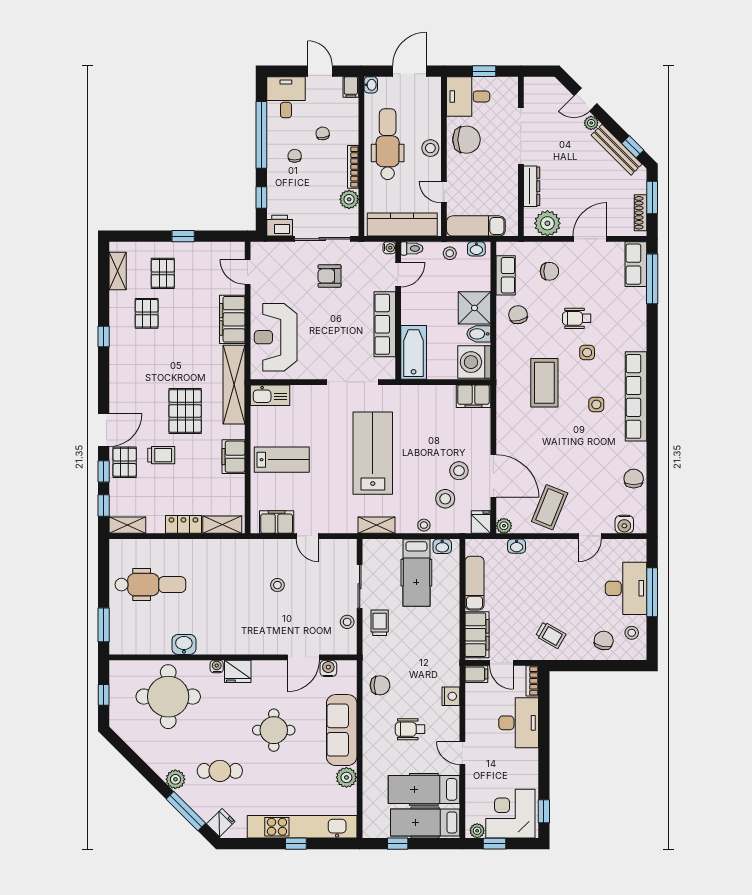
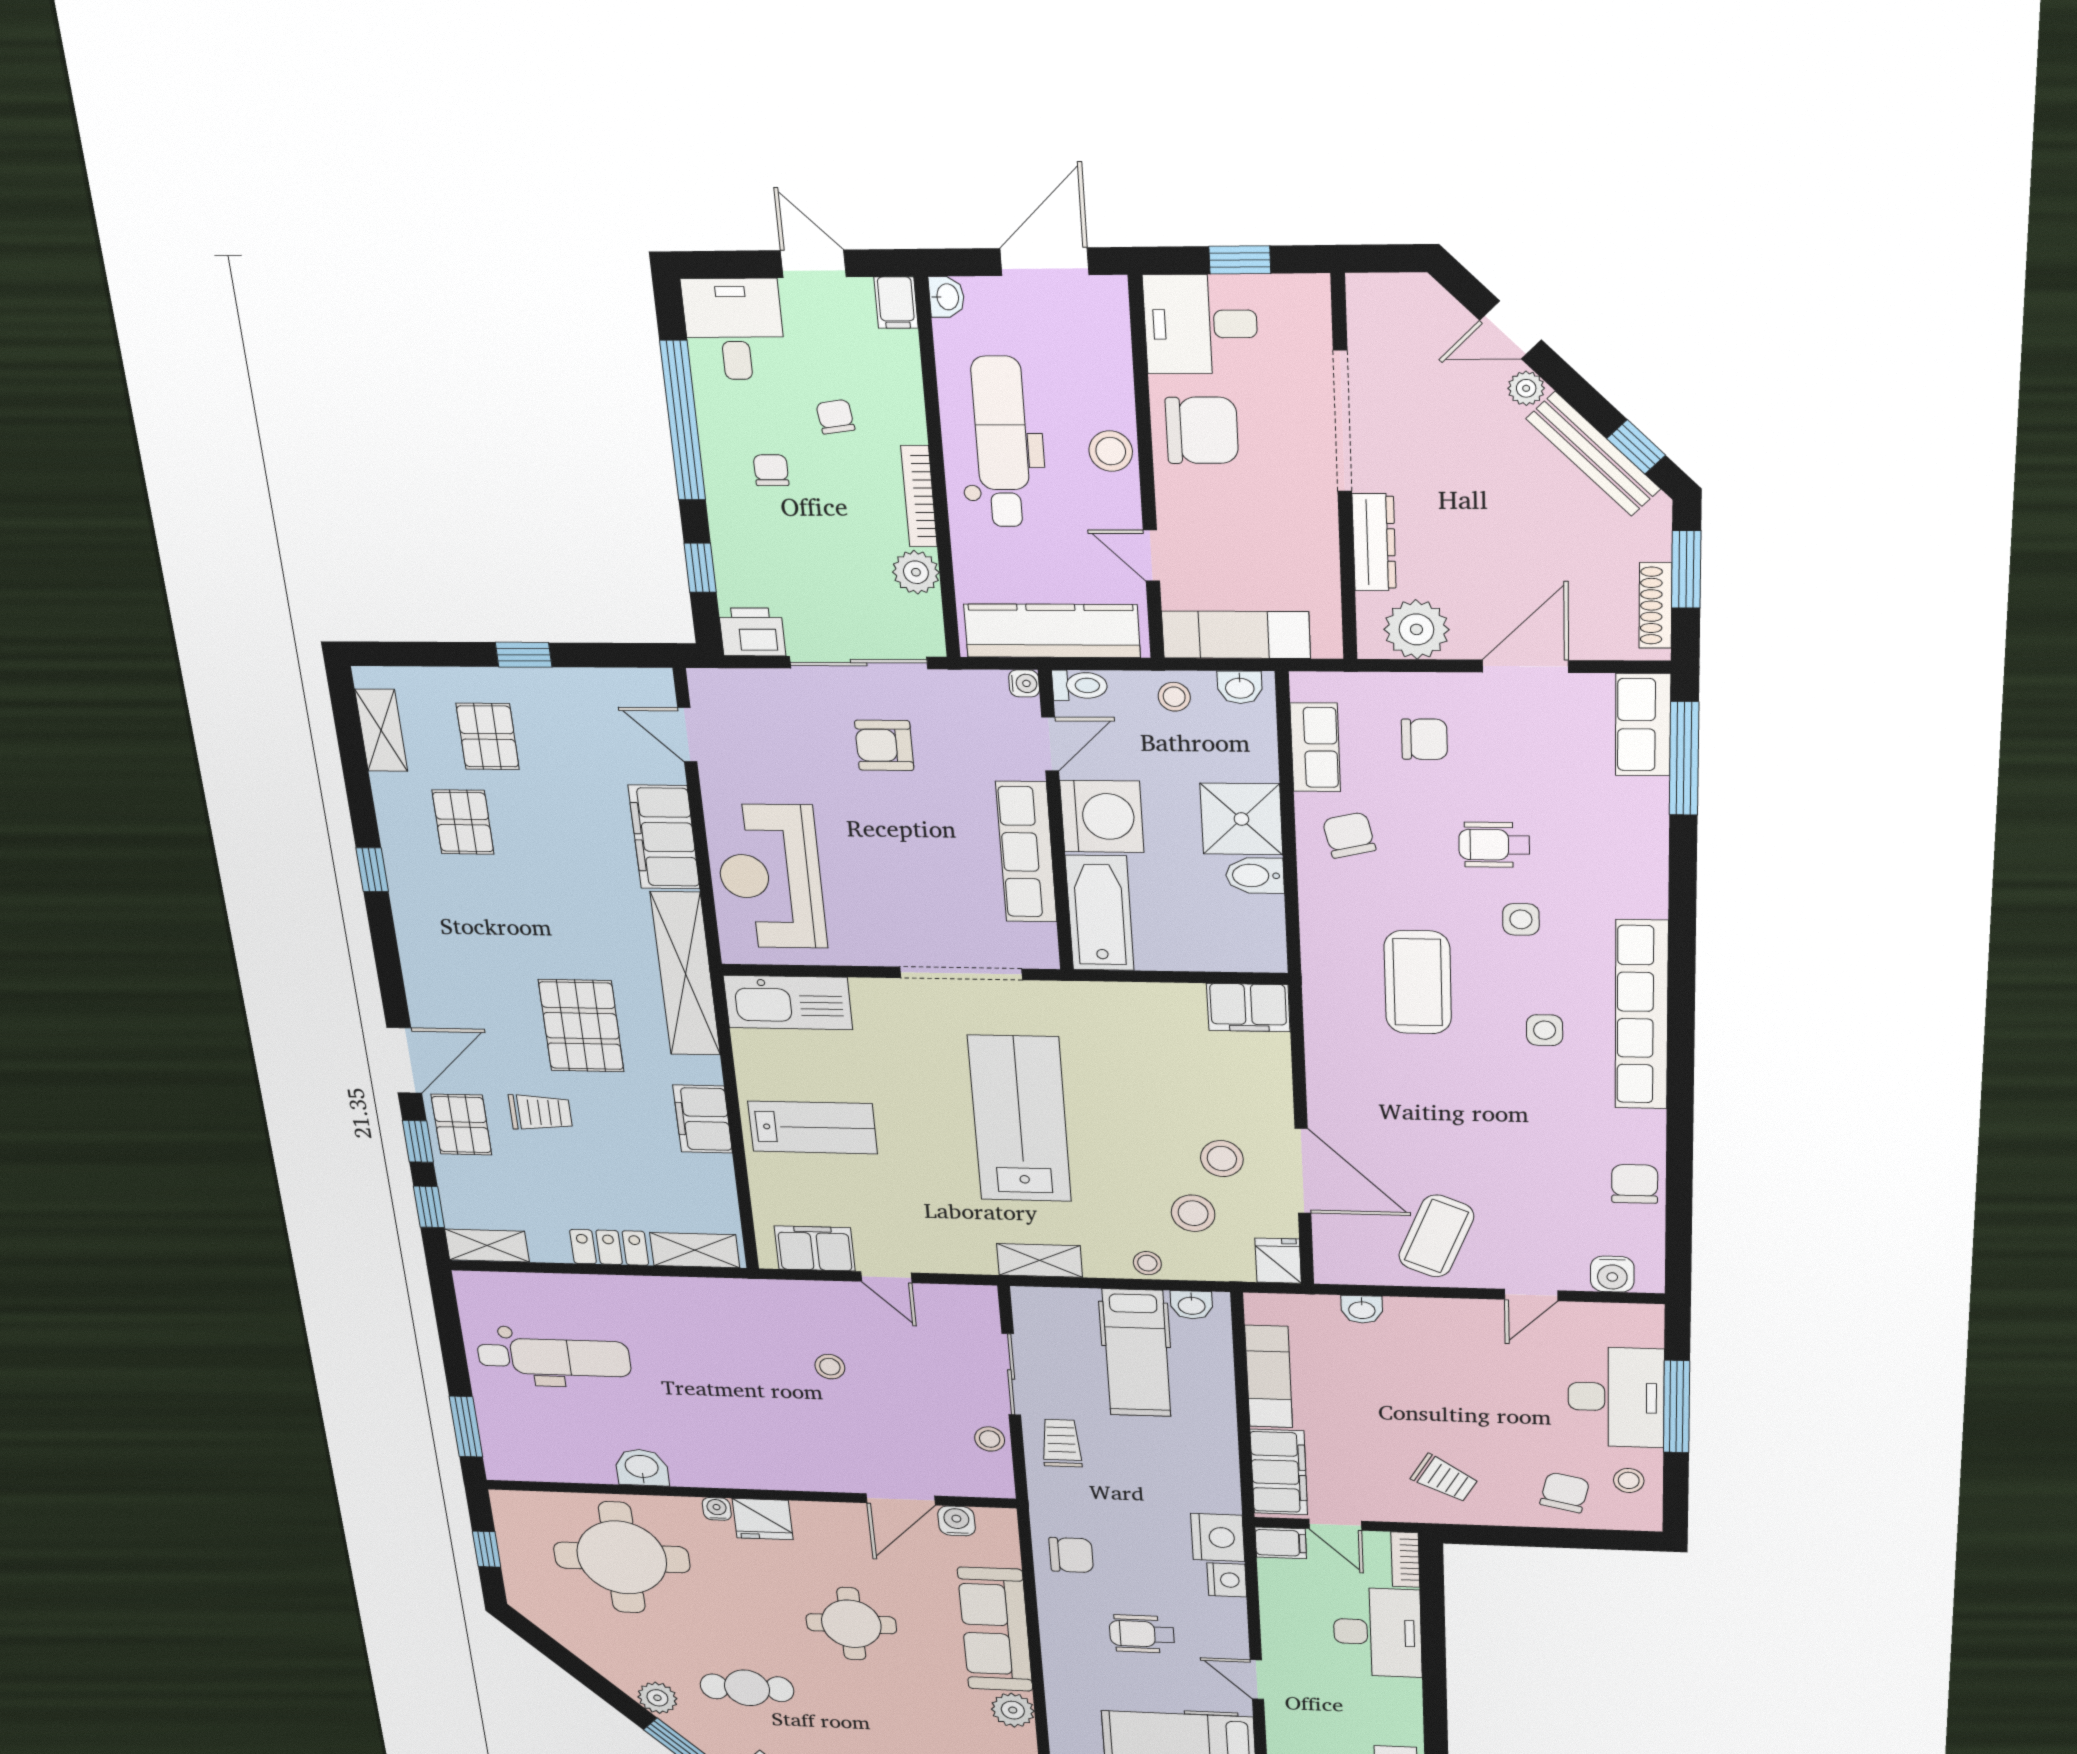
washing machine: (474, 362) -> (1102, 816), moved, turned 180
kitchen sink: (270, 395) -> (788, 1003), width x1.36, depth x1.24
plant: (504, 526) -> (1331, 1269), removed
nightstand: (448, 672) -> (1218, 1537), added

